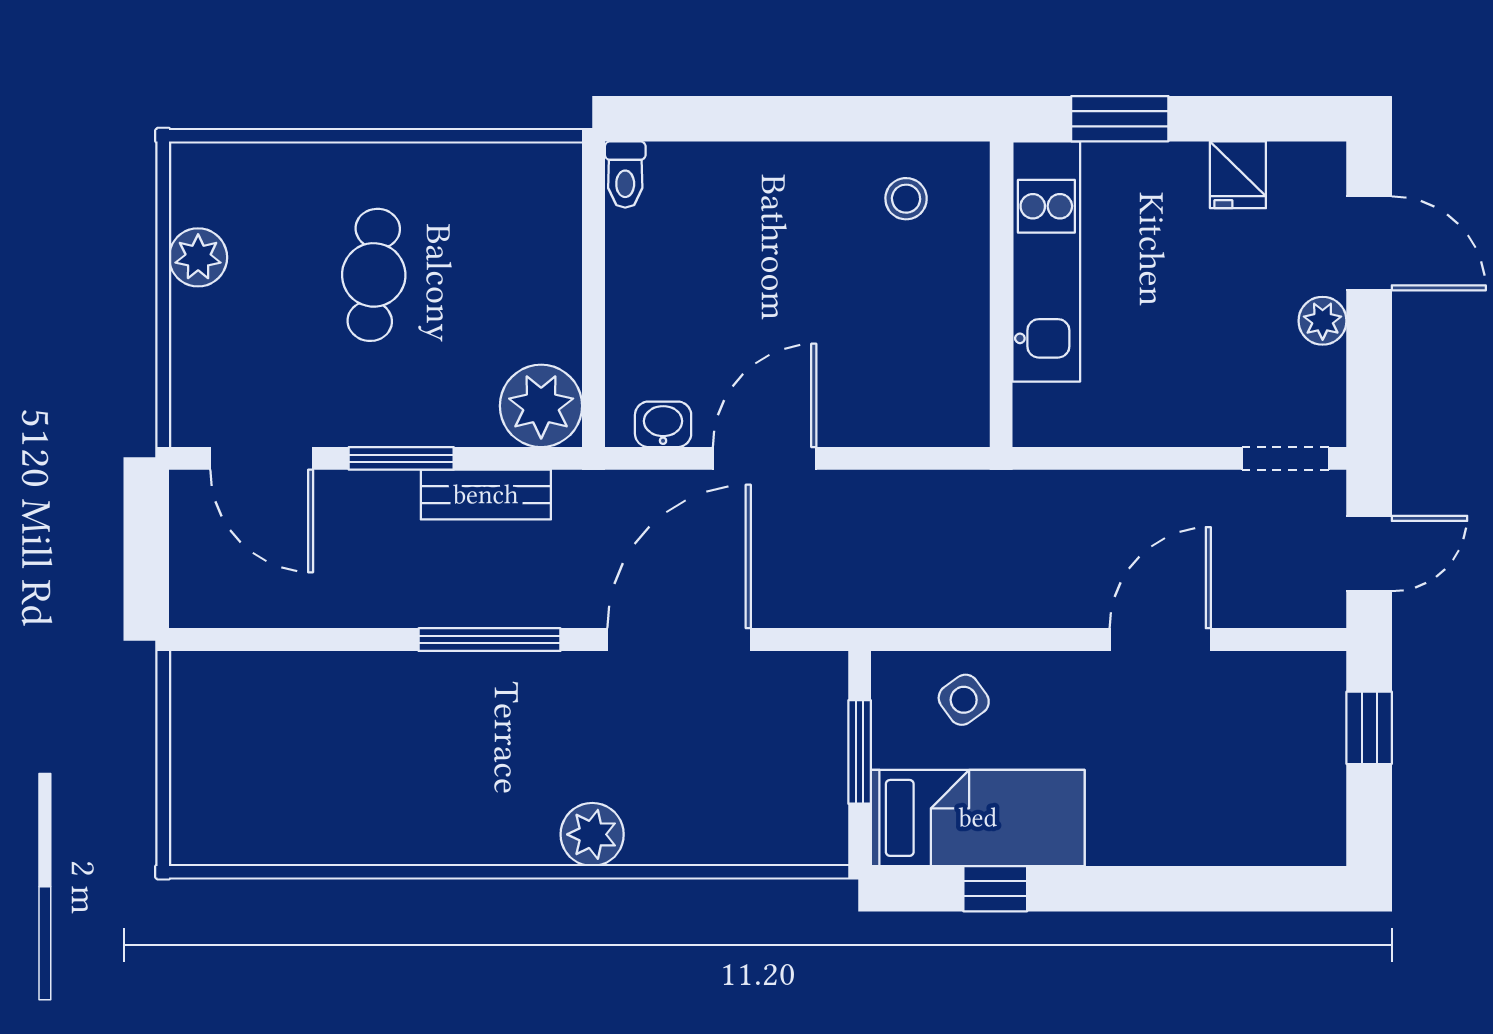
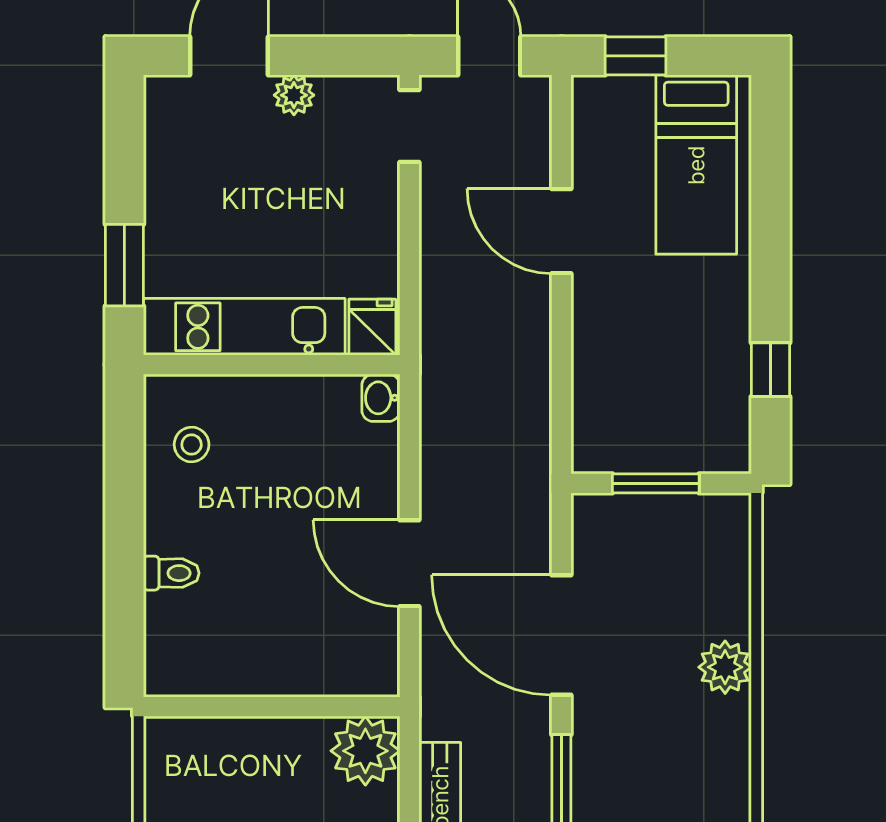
toilet: (625, 175) -> (171, 573), moved
fridge: (1238, 175) -> (372, 327), moved, turned -90
washbasin: (663, 424) -> (381, 398), moved
side table: (964, 700) -> (612, 396), removed
bed: (978, 818) -> (696, 165), moved, turned 180
plant: (592, 834) -> (725, 667), moved

